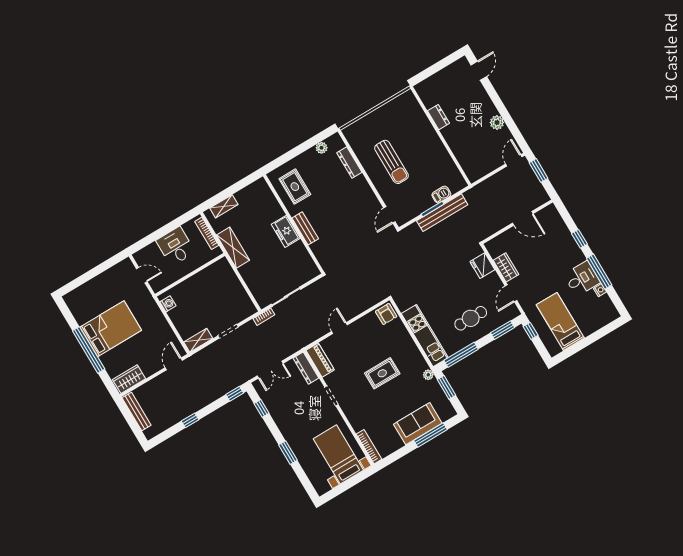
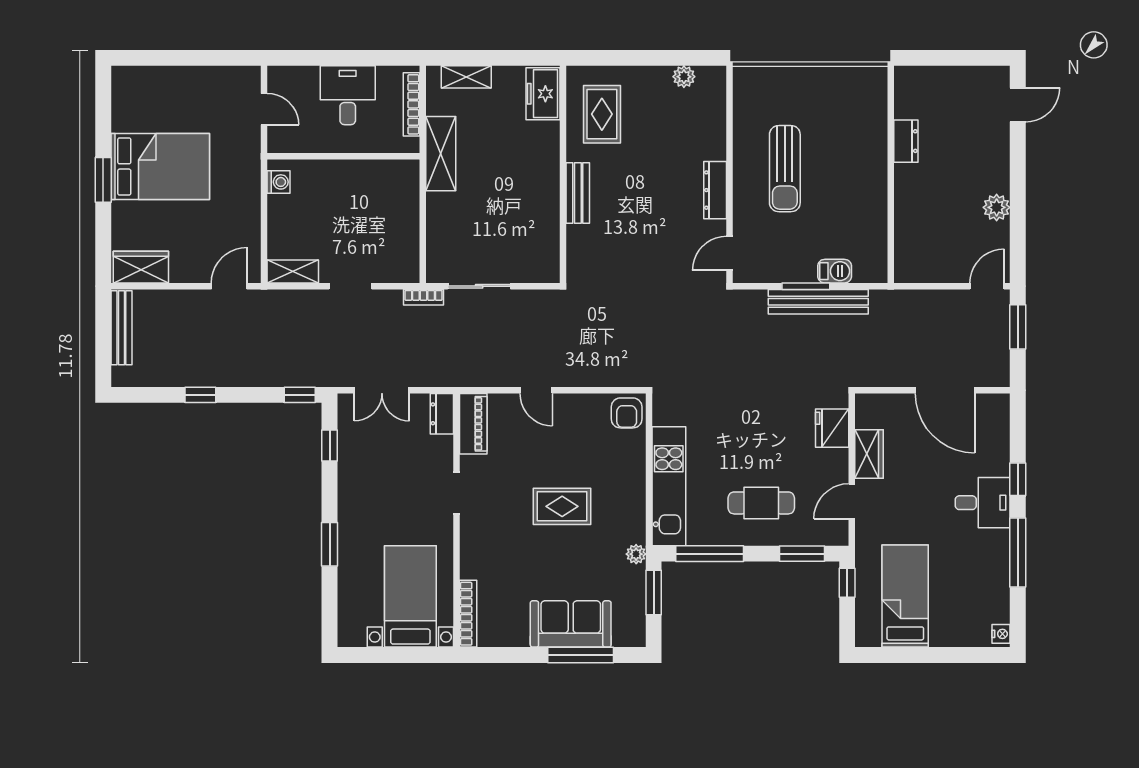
dresser: (349, 162) -> (715, 190), moved
door: (523, 218) -> (945, 390), width x1.36
freezer: (286, 231) -> (543, 94), moved
desk: (582, 279) -> (983, 503), moved
nightstand: (600, 290) -> (1001, 634), moved
door: (339, 328) -> (536, 390), swing flipped
window: (89, 350) -> (103, 180), width x0.47
dresser: (306, 368) -> (442, 414), width x0.70

